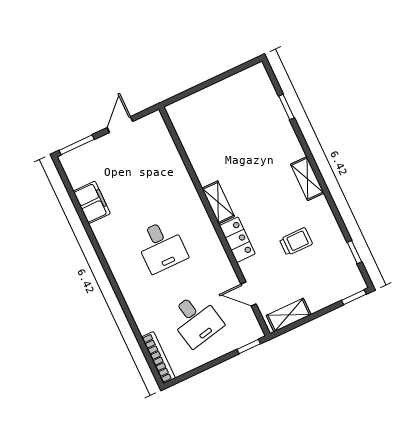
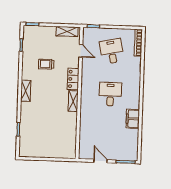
door: (120, 125) -> (100, 161), swing flipped
filing cabinet: (92, 202) -> (133, 119), moved

